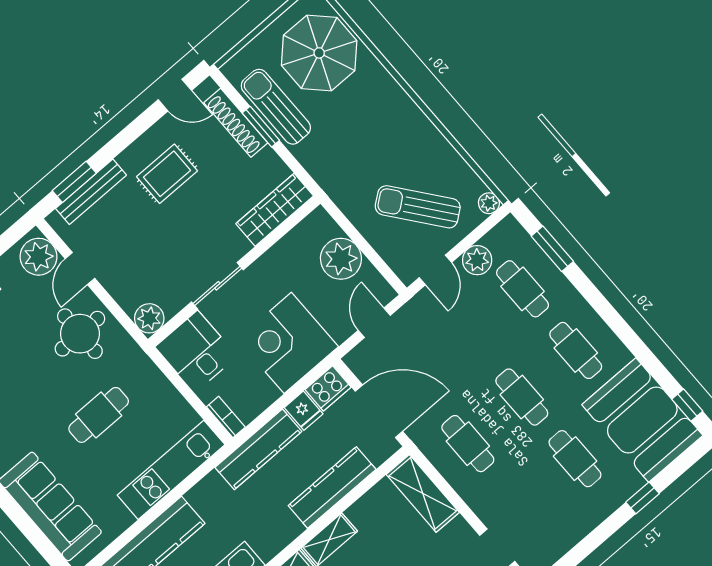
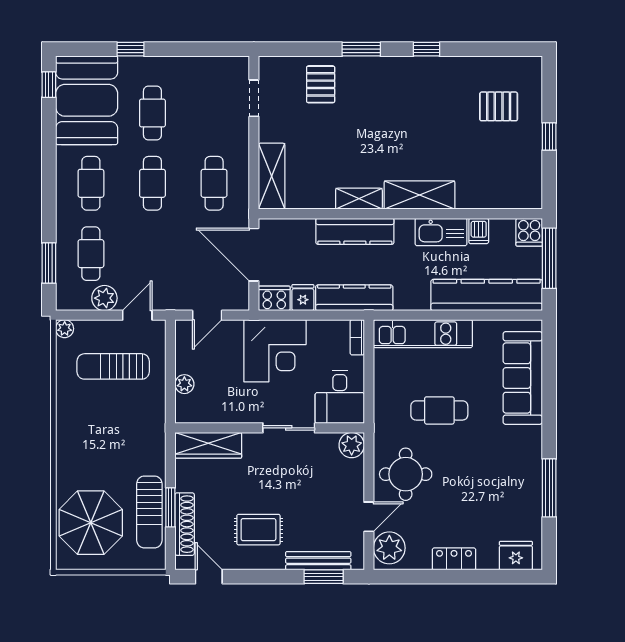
sun lounger: (418, 207) -> (113, 366), turned 128
plant: (341, 259) -> (184, 384), width x0.53, depth x0.53
kitchen counter: (332, 487) -> (355, 231), moved

